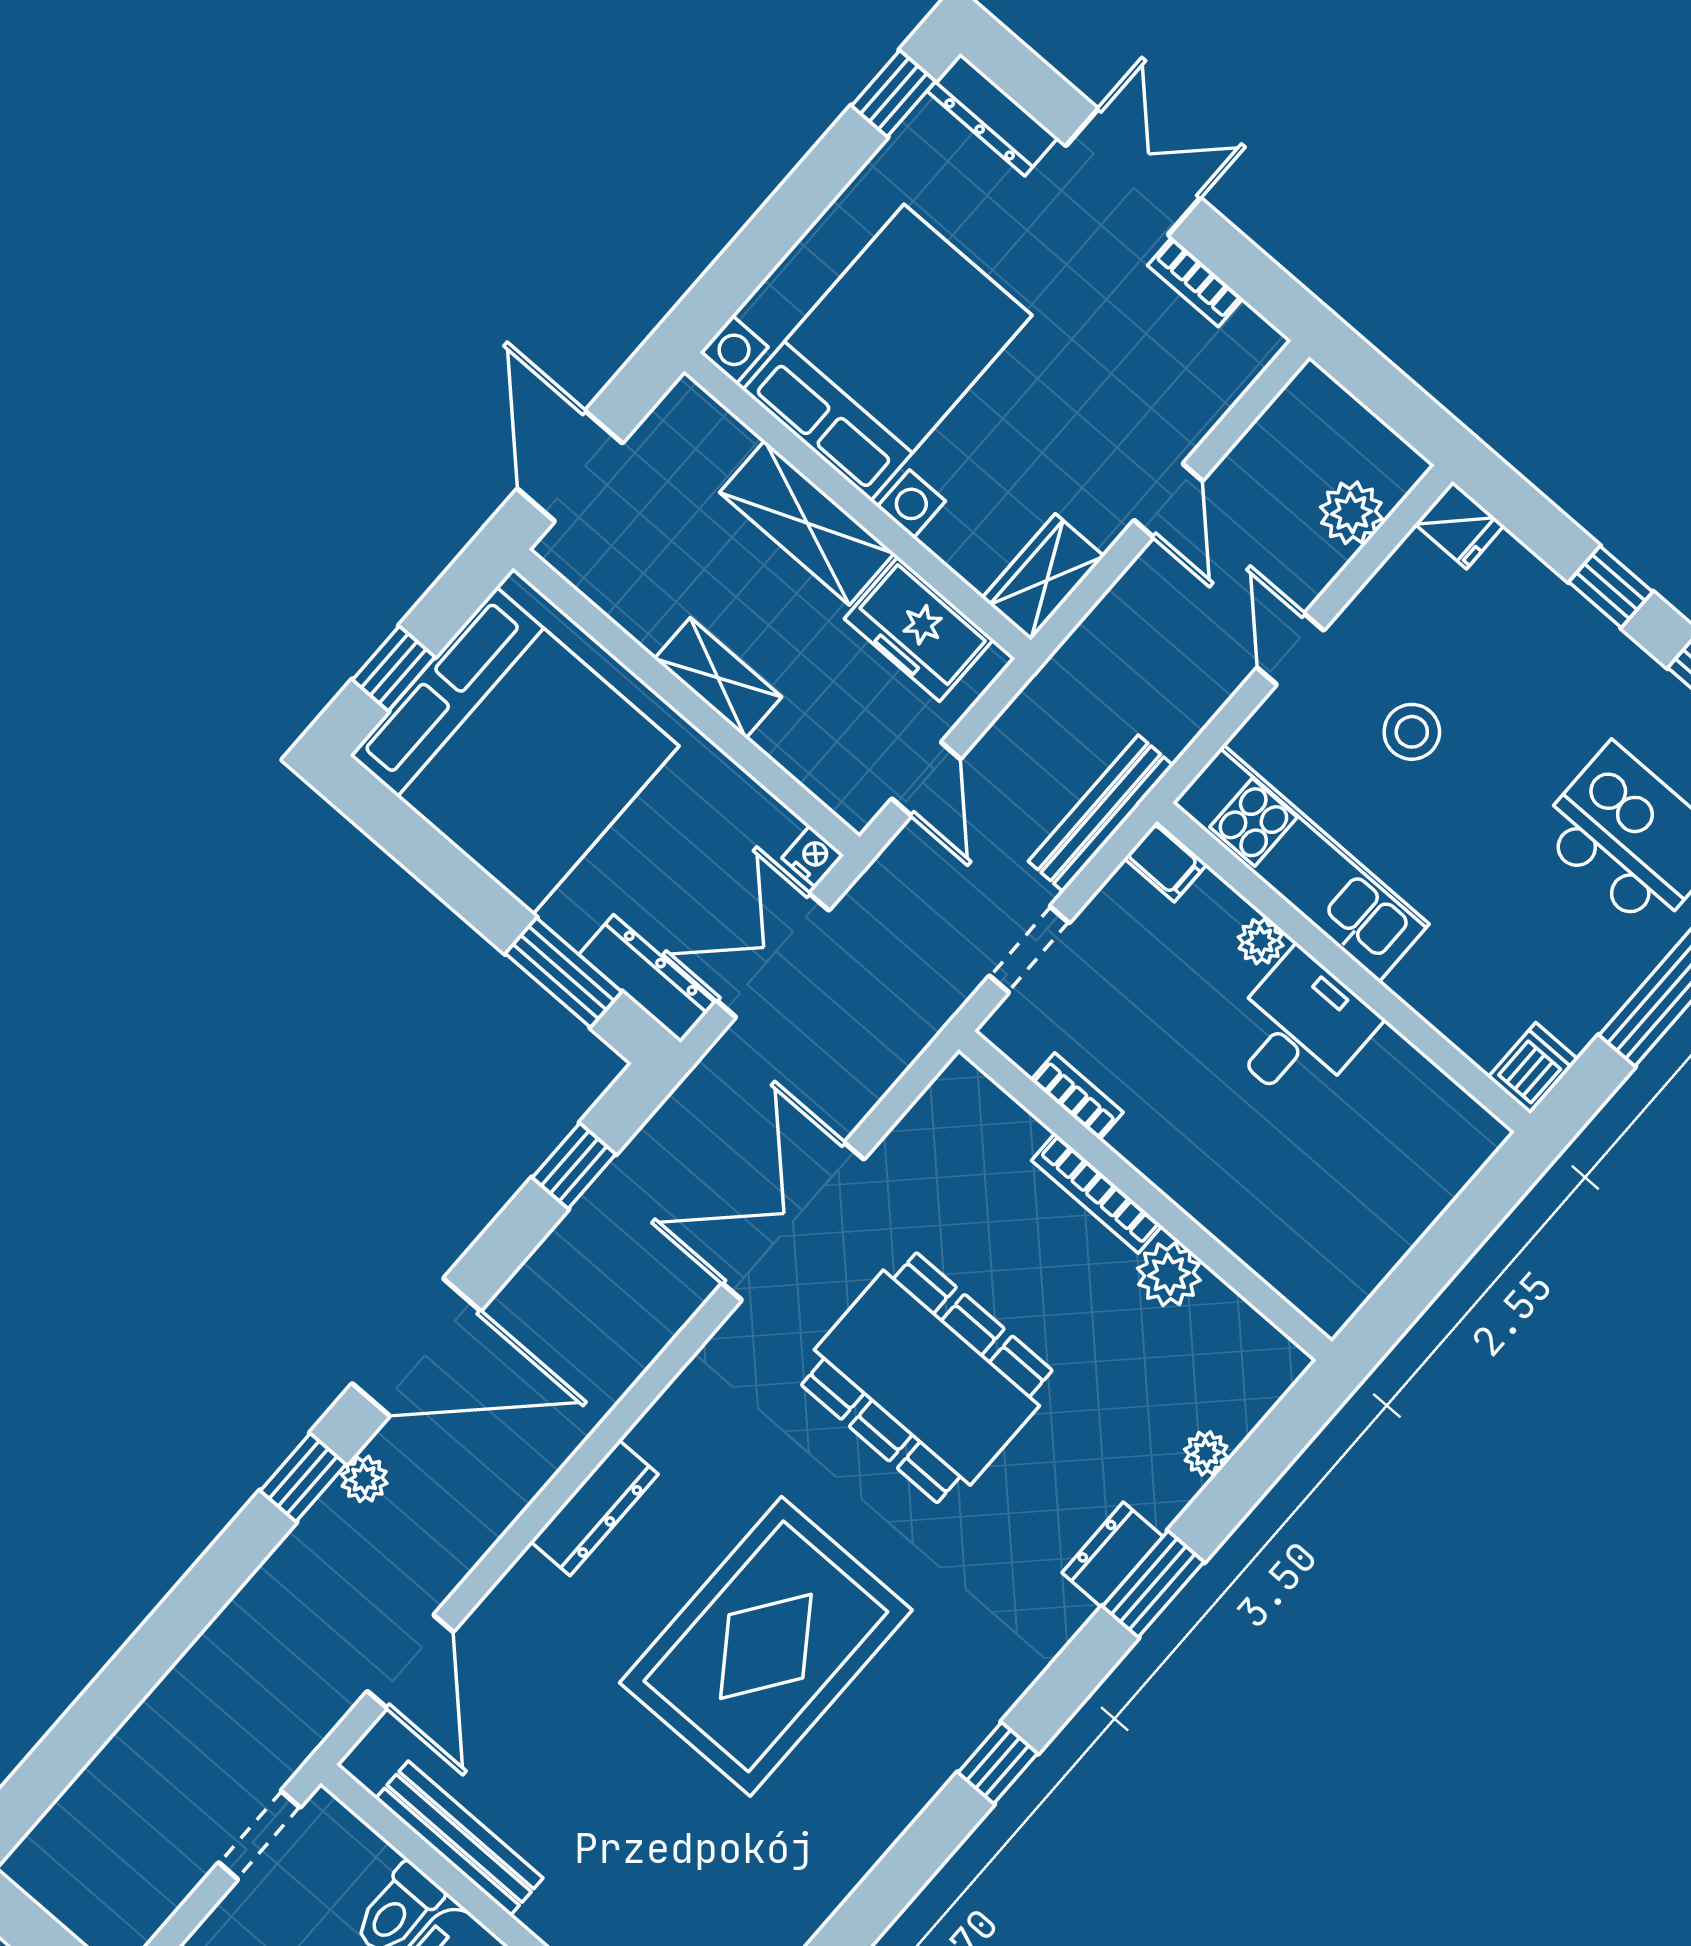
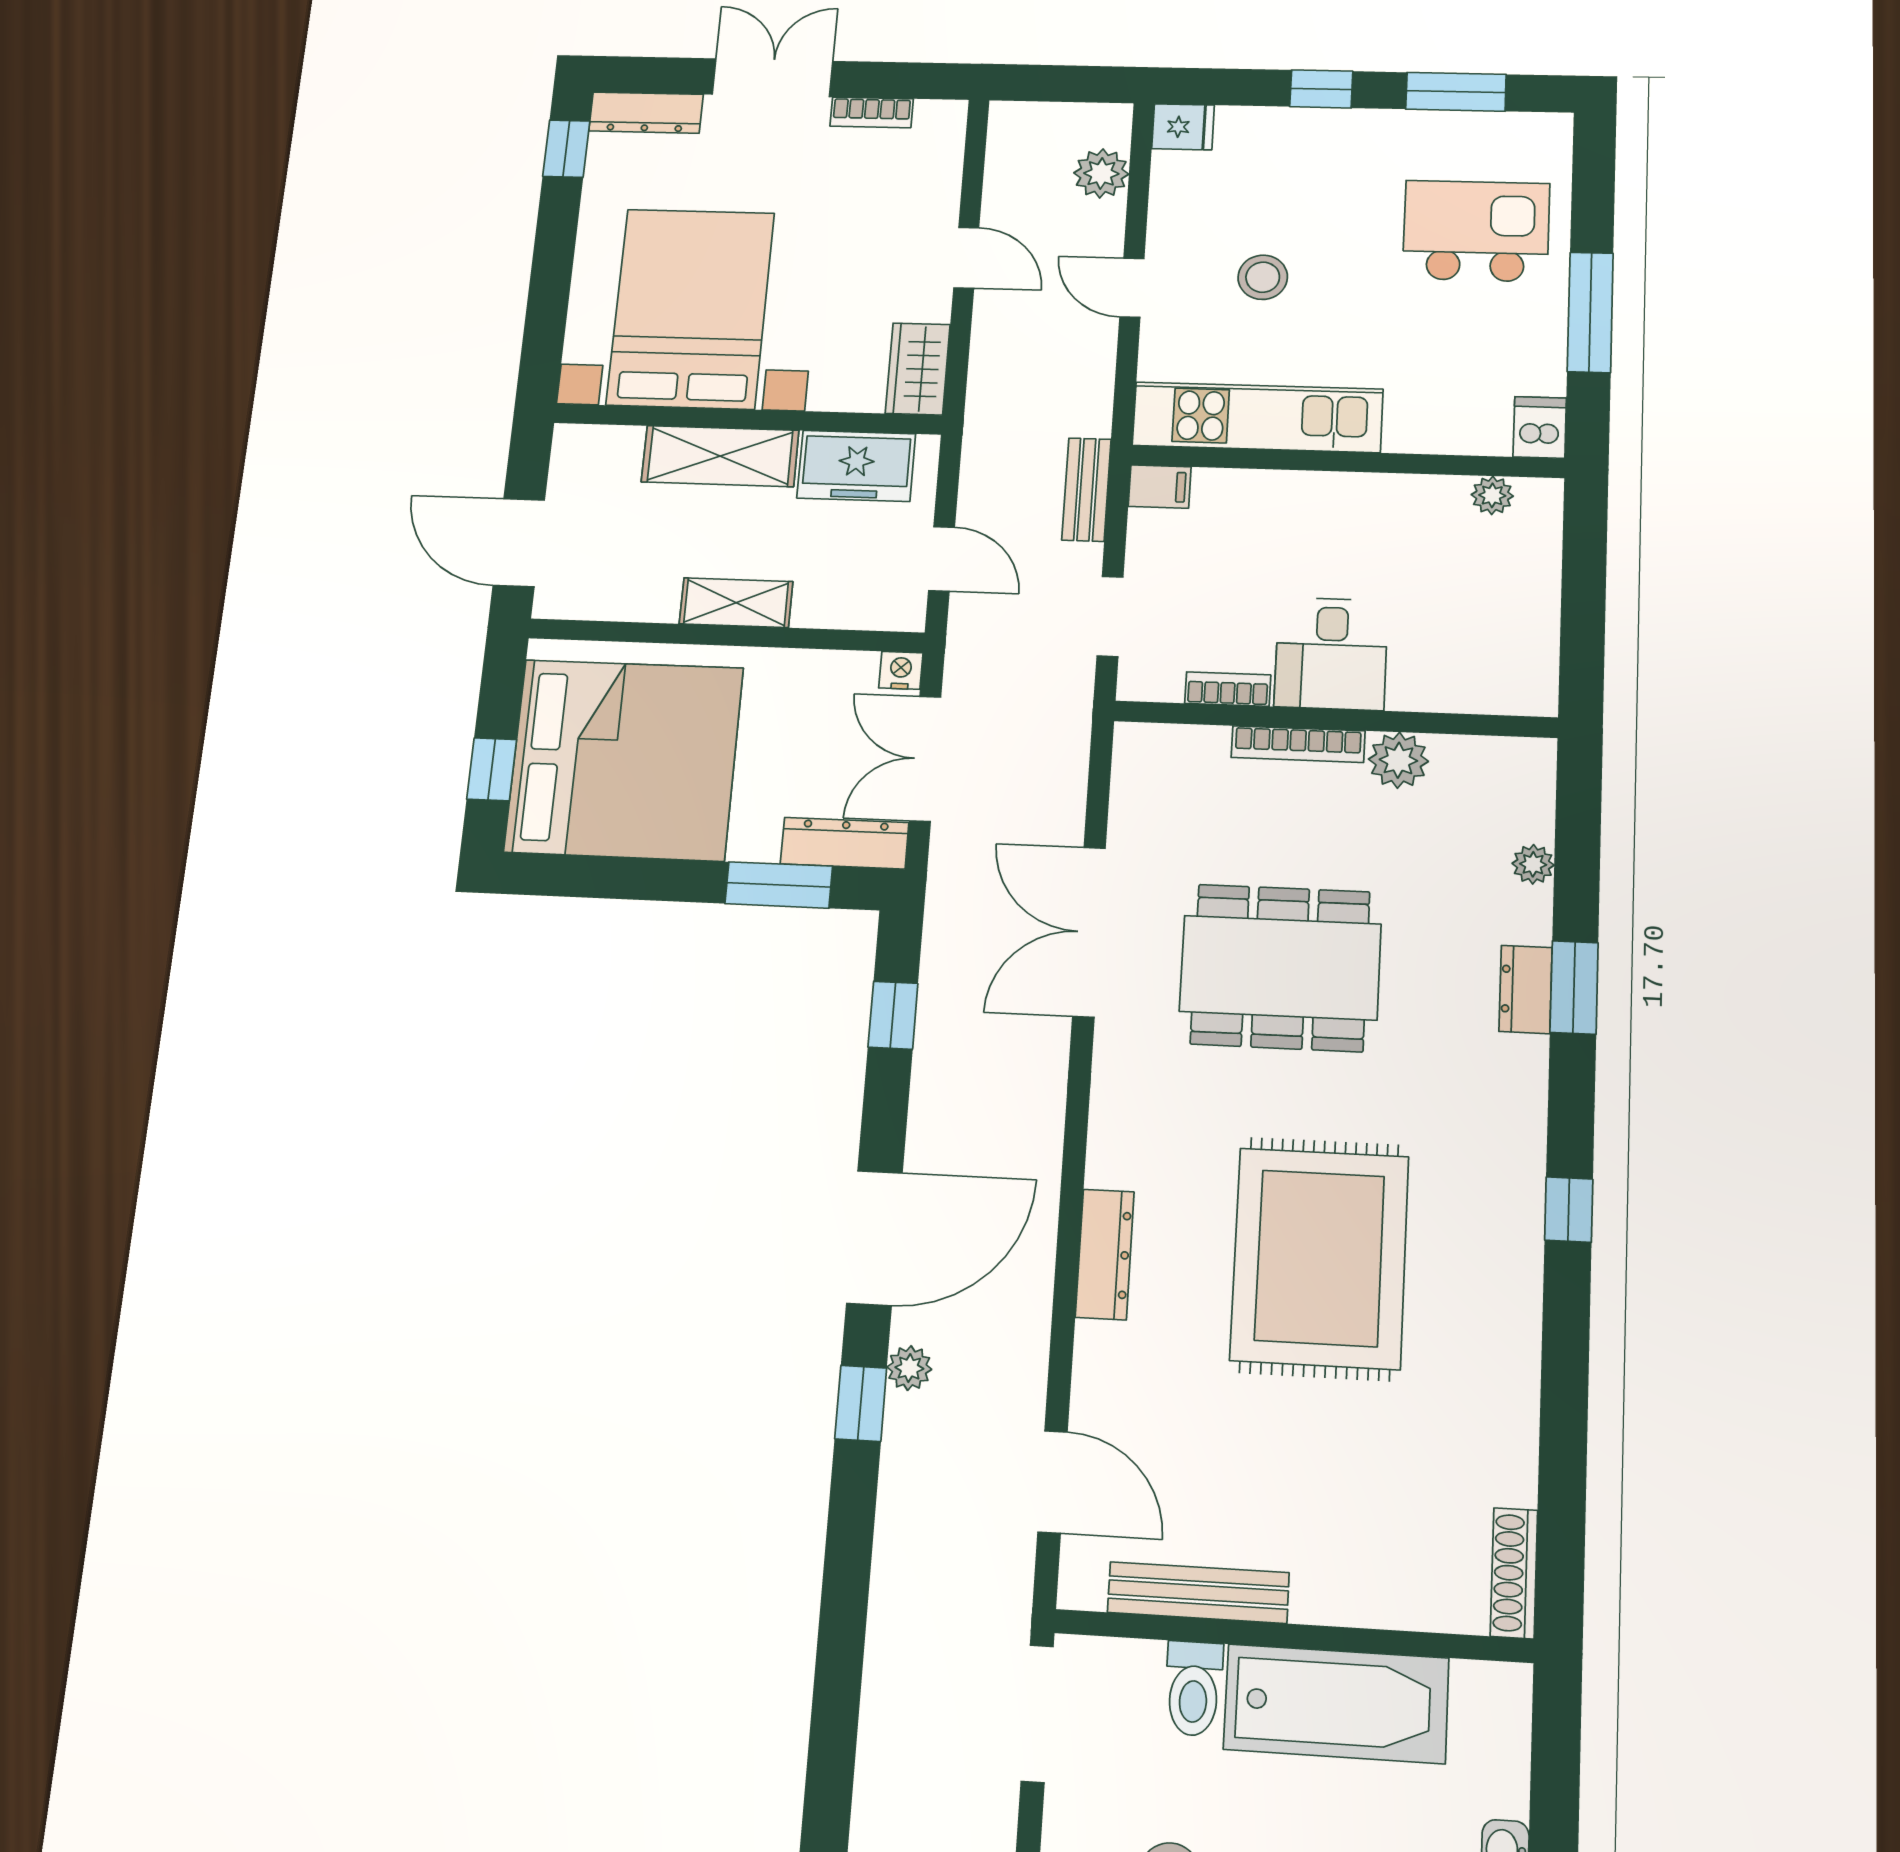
bench: (1101, 813) -> (1086, 490), width x0.73
plant: (1261, 941) -> (1492, 495), moved
desk: (1299, 1029) -> (1331, 654), moved, turned 180
doorway: (259, 1835) -> (1037, 1714), width x1.38

